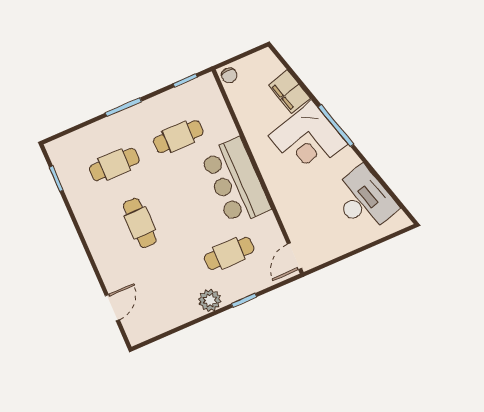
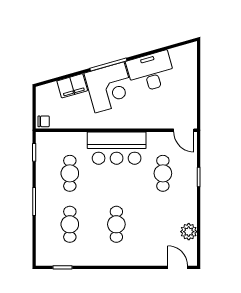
desk: (364, 200) -> (151, 72), moved
cafe table: (140, 223) -> (116, 224), turned 90
plant: (210, 300) -> (189, 232), moved
door: (112, 308) -> (178, 267), moved

